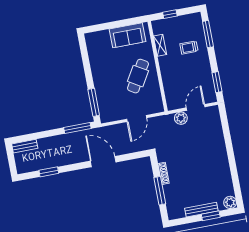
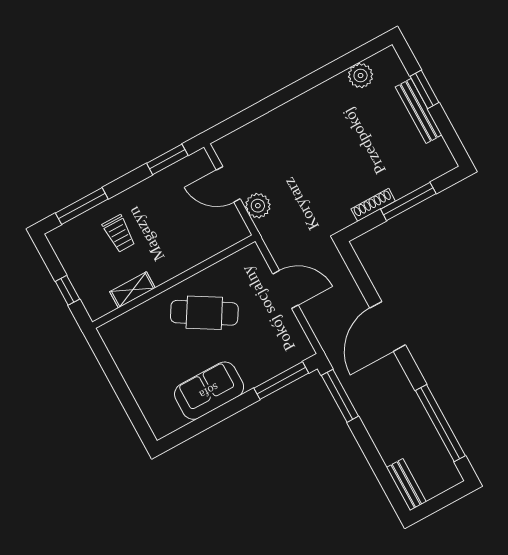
sofa: (128, 35) -> (209, 391), moved, turned -90
window: (49, 172) -> (440, 423), width x2.11
plant: (230, 202) -> (361, 76), moved

